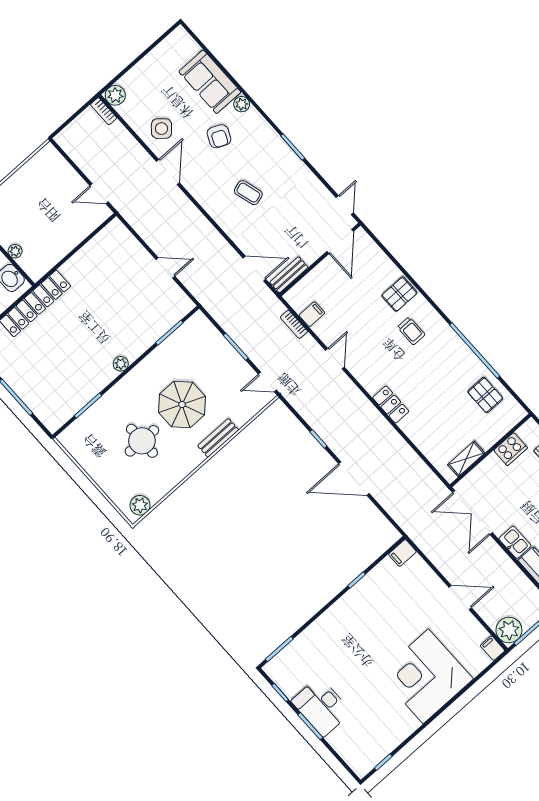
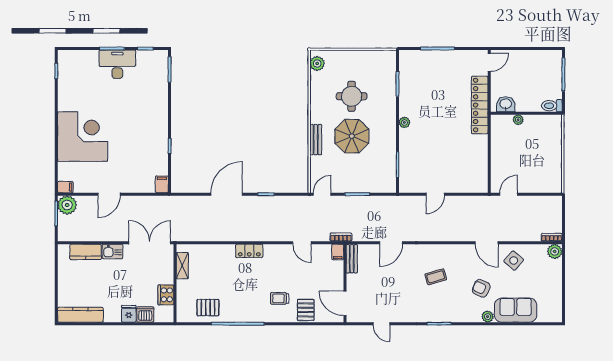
door: (340, 241) -> (345, 303), moved
wall: (320, 260) -> (345, 283), moved
bench: (289, 275) -> (352, 259), moved

